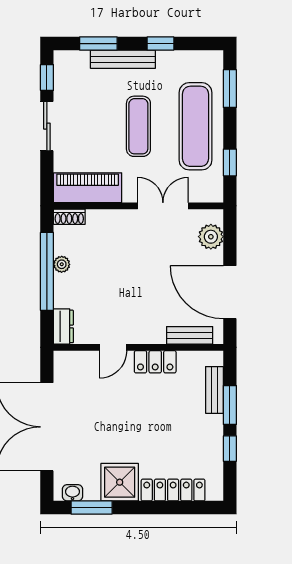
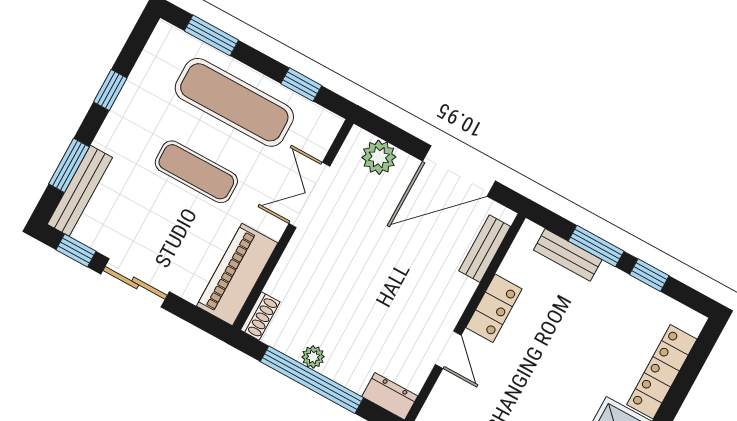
bench: (123, 59) -> (80, 191), moved

